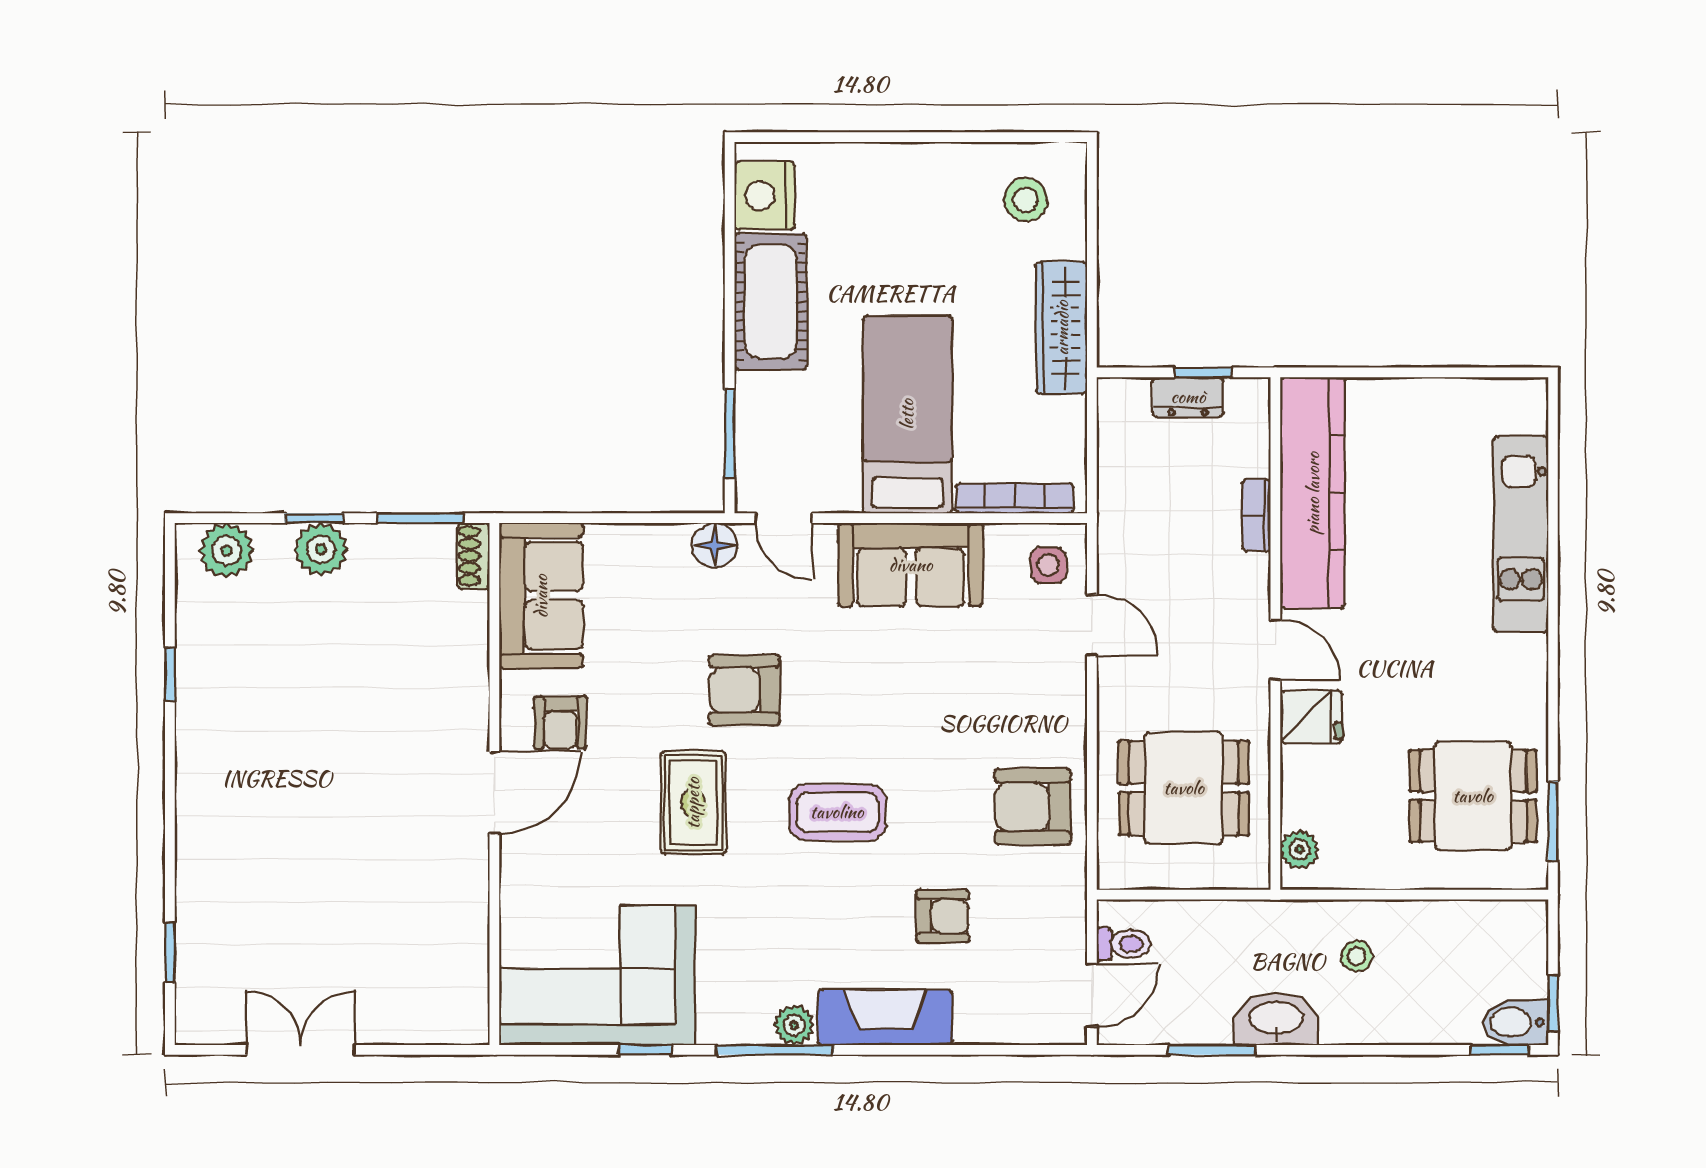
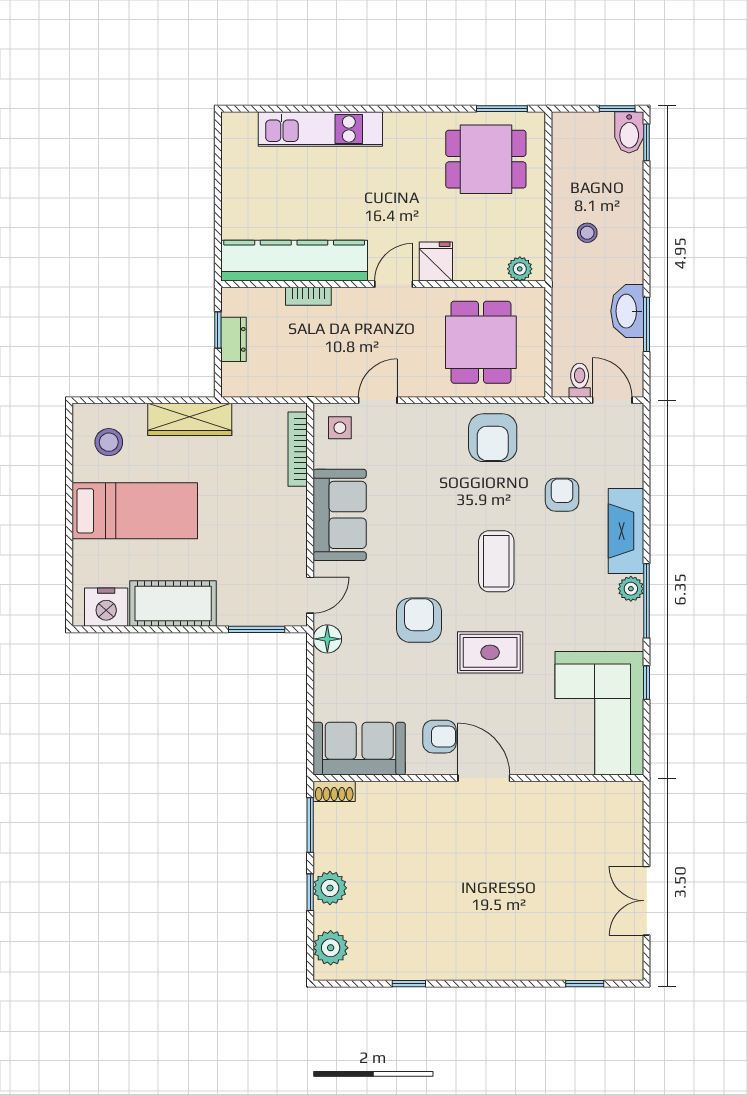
bed: (907, 414) -> (135, 511), moved, turned 180
armchair: (744, 690) -> (419, 620), turned 180
dining table: (1473, 796) -> (486, 159), turned 90
washbasin: (1276, 1019) -> (627, 311), moved

